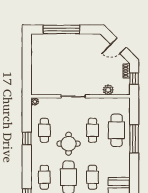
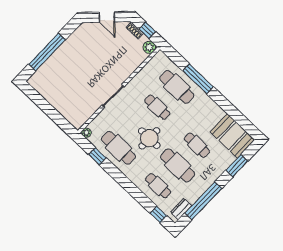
door: (118, 46) -> (107, 17), hinge flipped
plant: (108, 90) -> (149, 47), moved
cafe table: (44, 130) -> (118, 148), width x1.37, depth x1.35
window: (27, 138) -> (97, 156), moved

